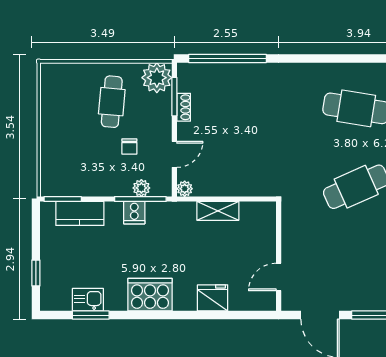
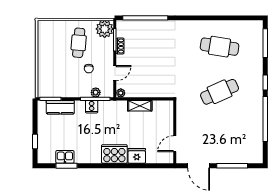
cooker: (150, 295) -> (114, 154), moved

